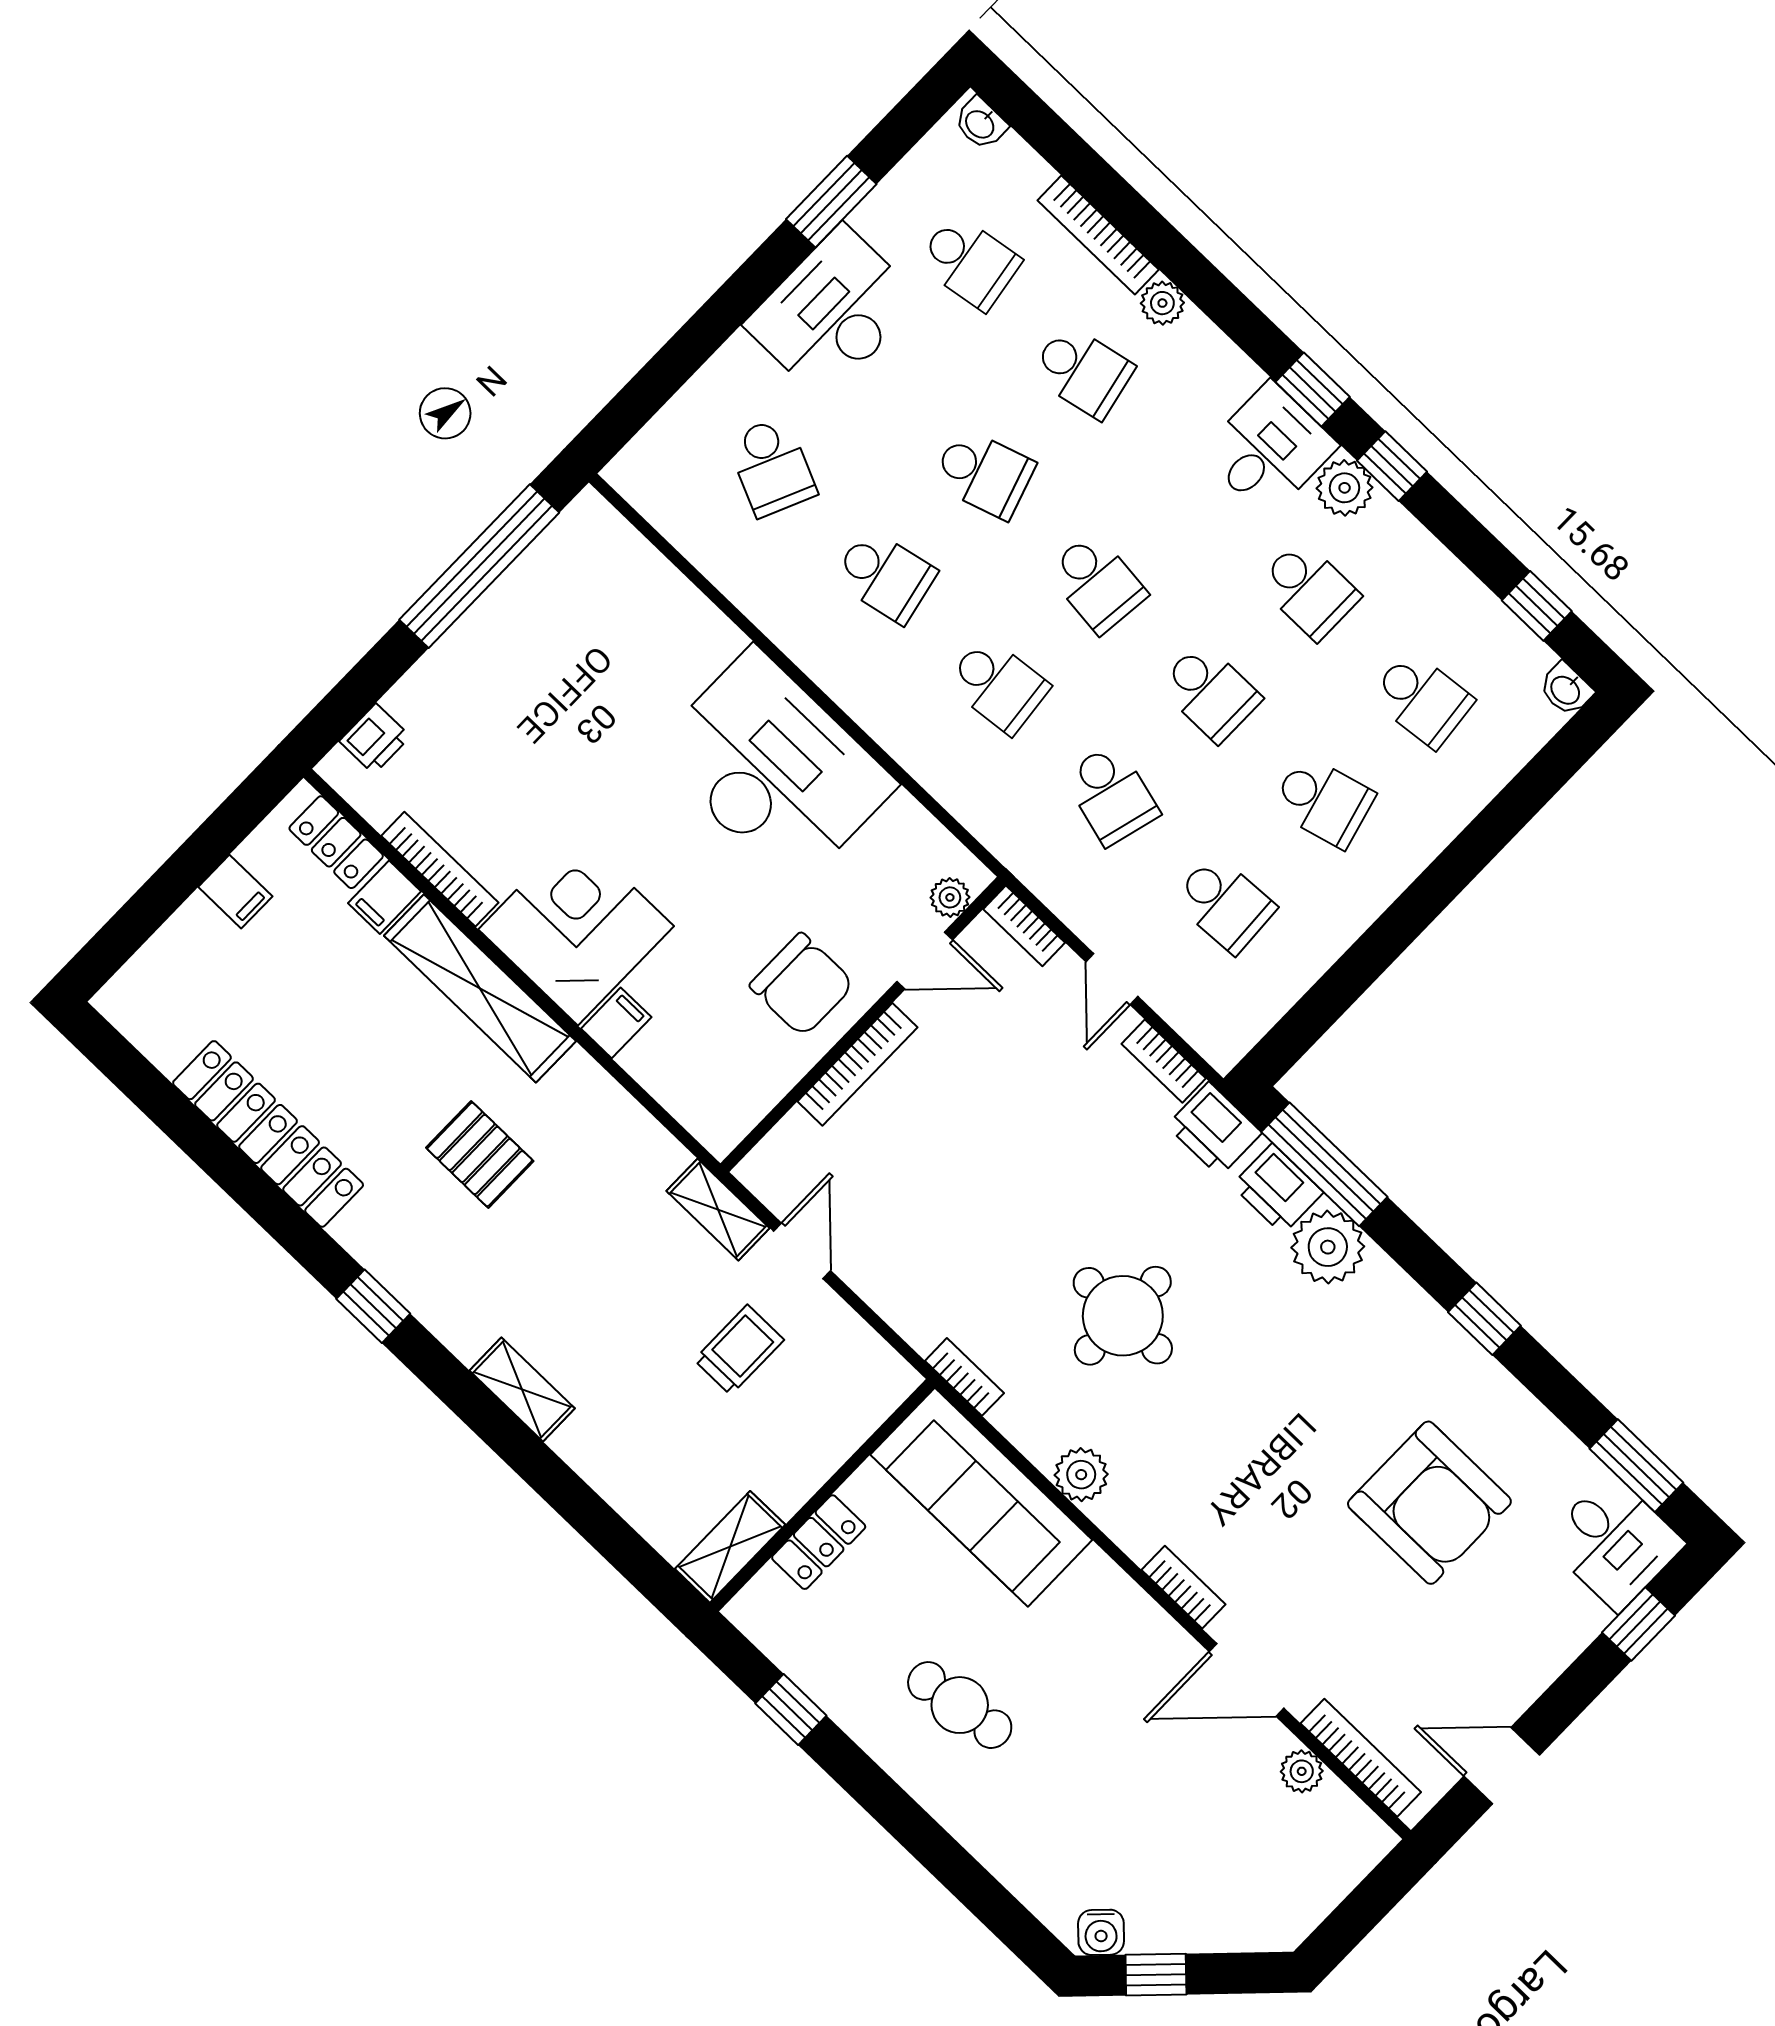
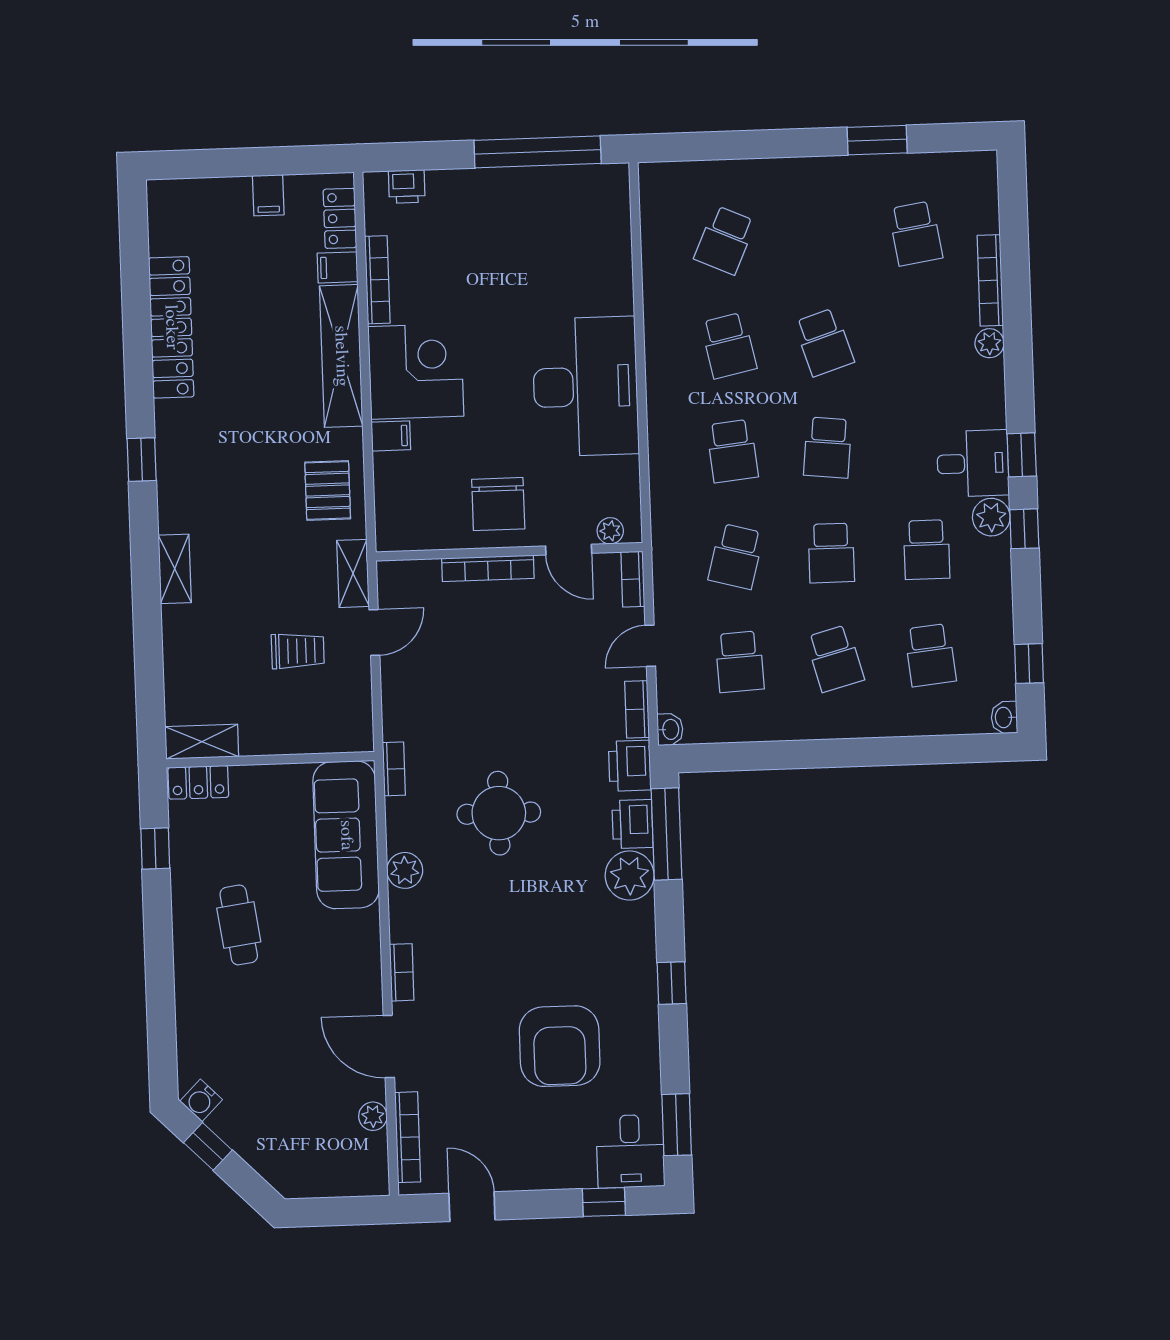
washbasin: (980, 124) -> (670, 729), moved, turned 180
desk: (833, 312) -> (826, 194), removed
school desk: (1083, 371) -> (919, 339), removed
pallet: (480, 1154) -> (328, 490), moved
locker: (819, 1542) -> (198, 782), moved

